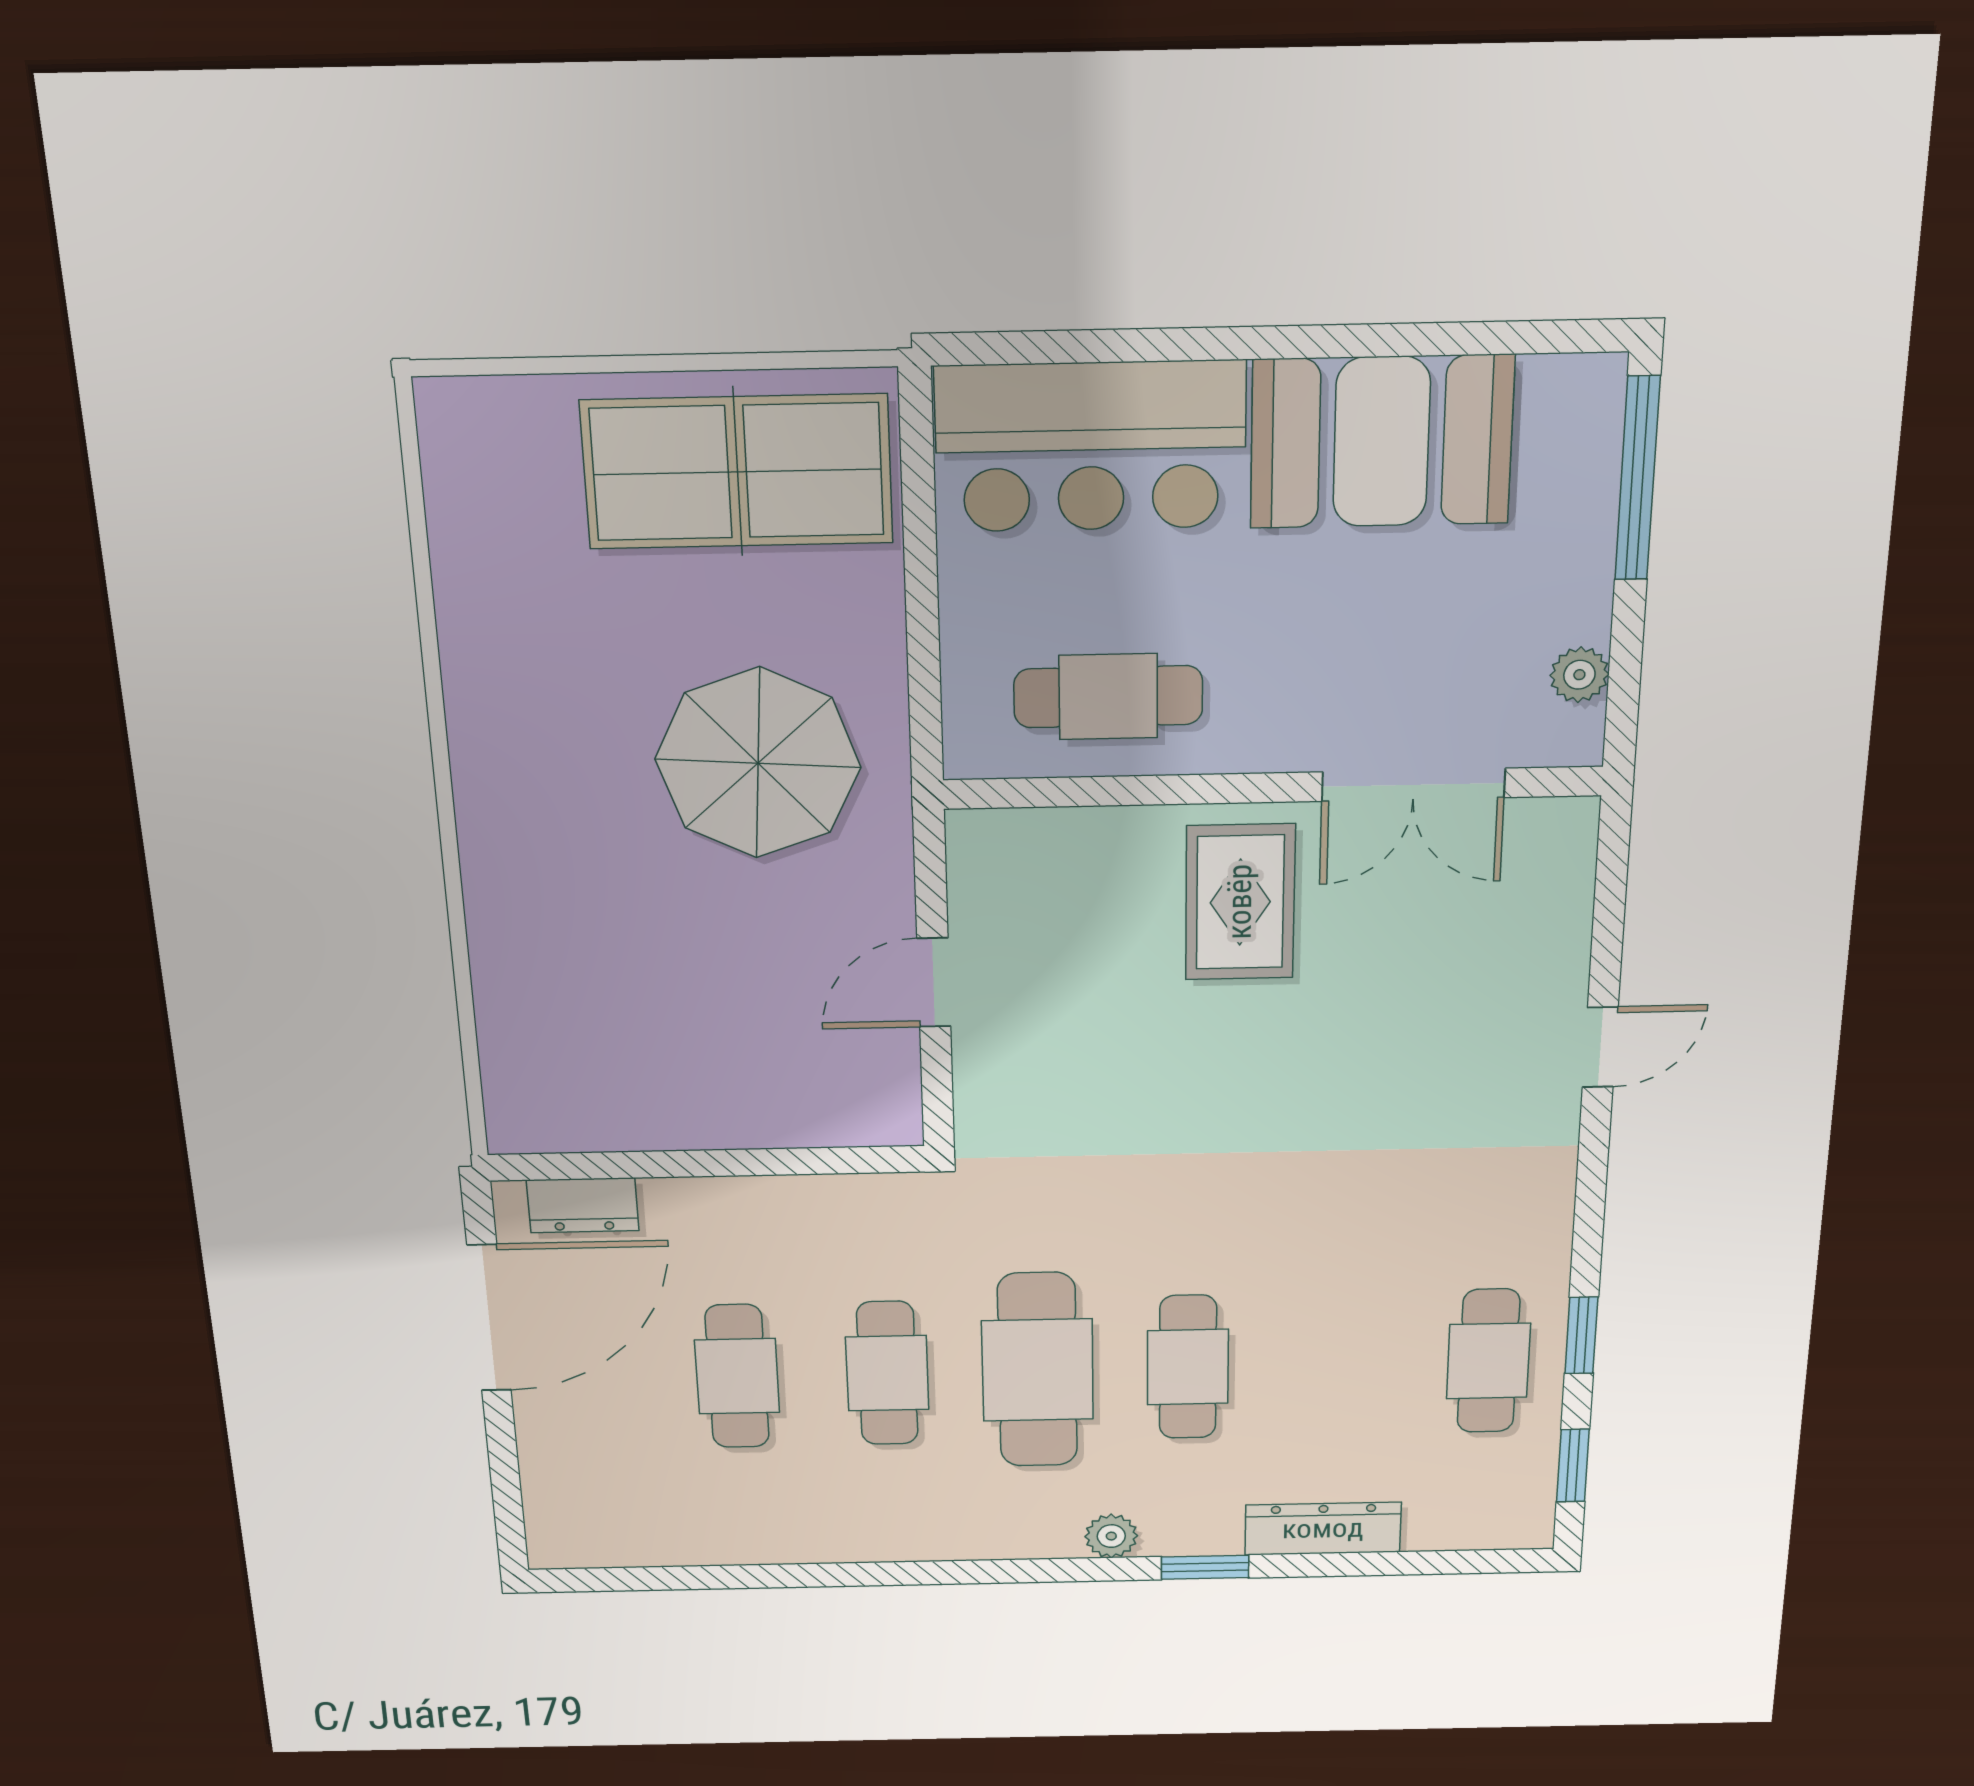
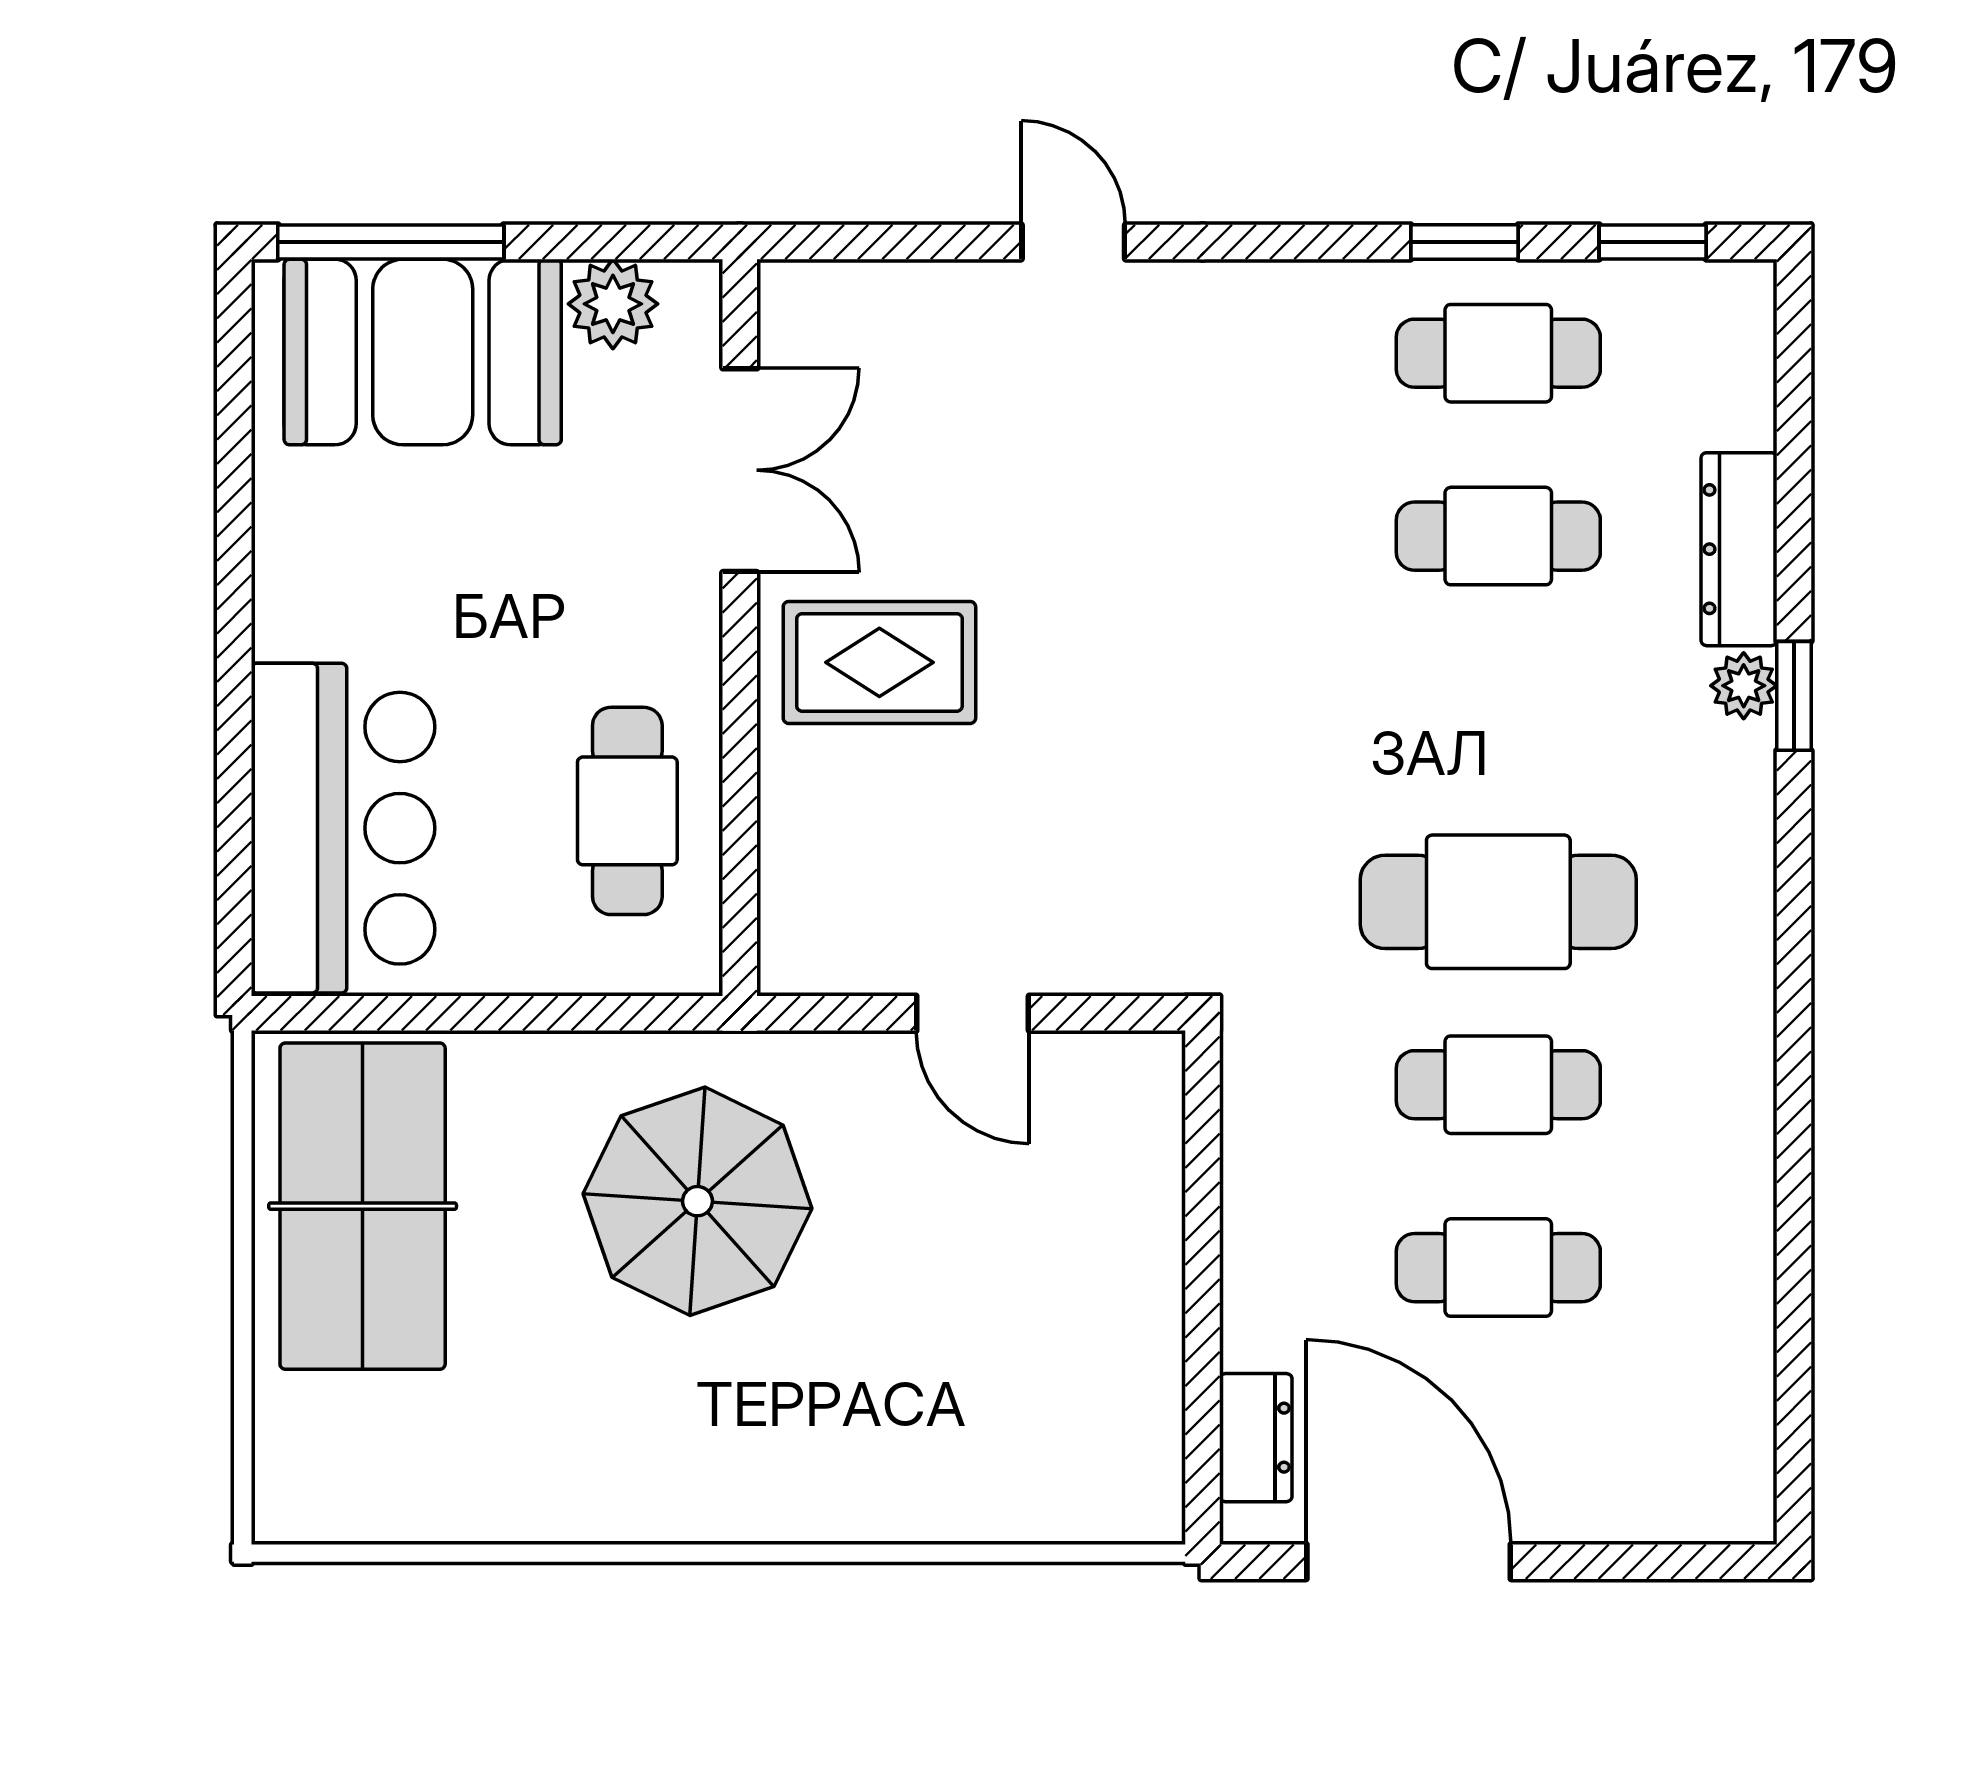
booth: (1382, 442) -> (423, 352), moved, turned 90
plant: (1579, 675) -> (613, 304), width x1.38, depth x1.38
cafe table: (1188, 1367) -> (1498, 536), moved
plant: (1111, 1536) -> (1744, 686), moved

